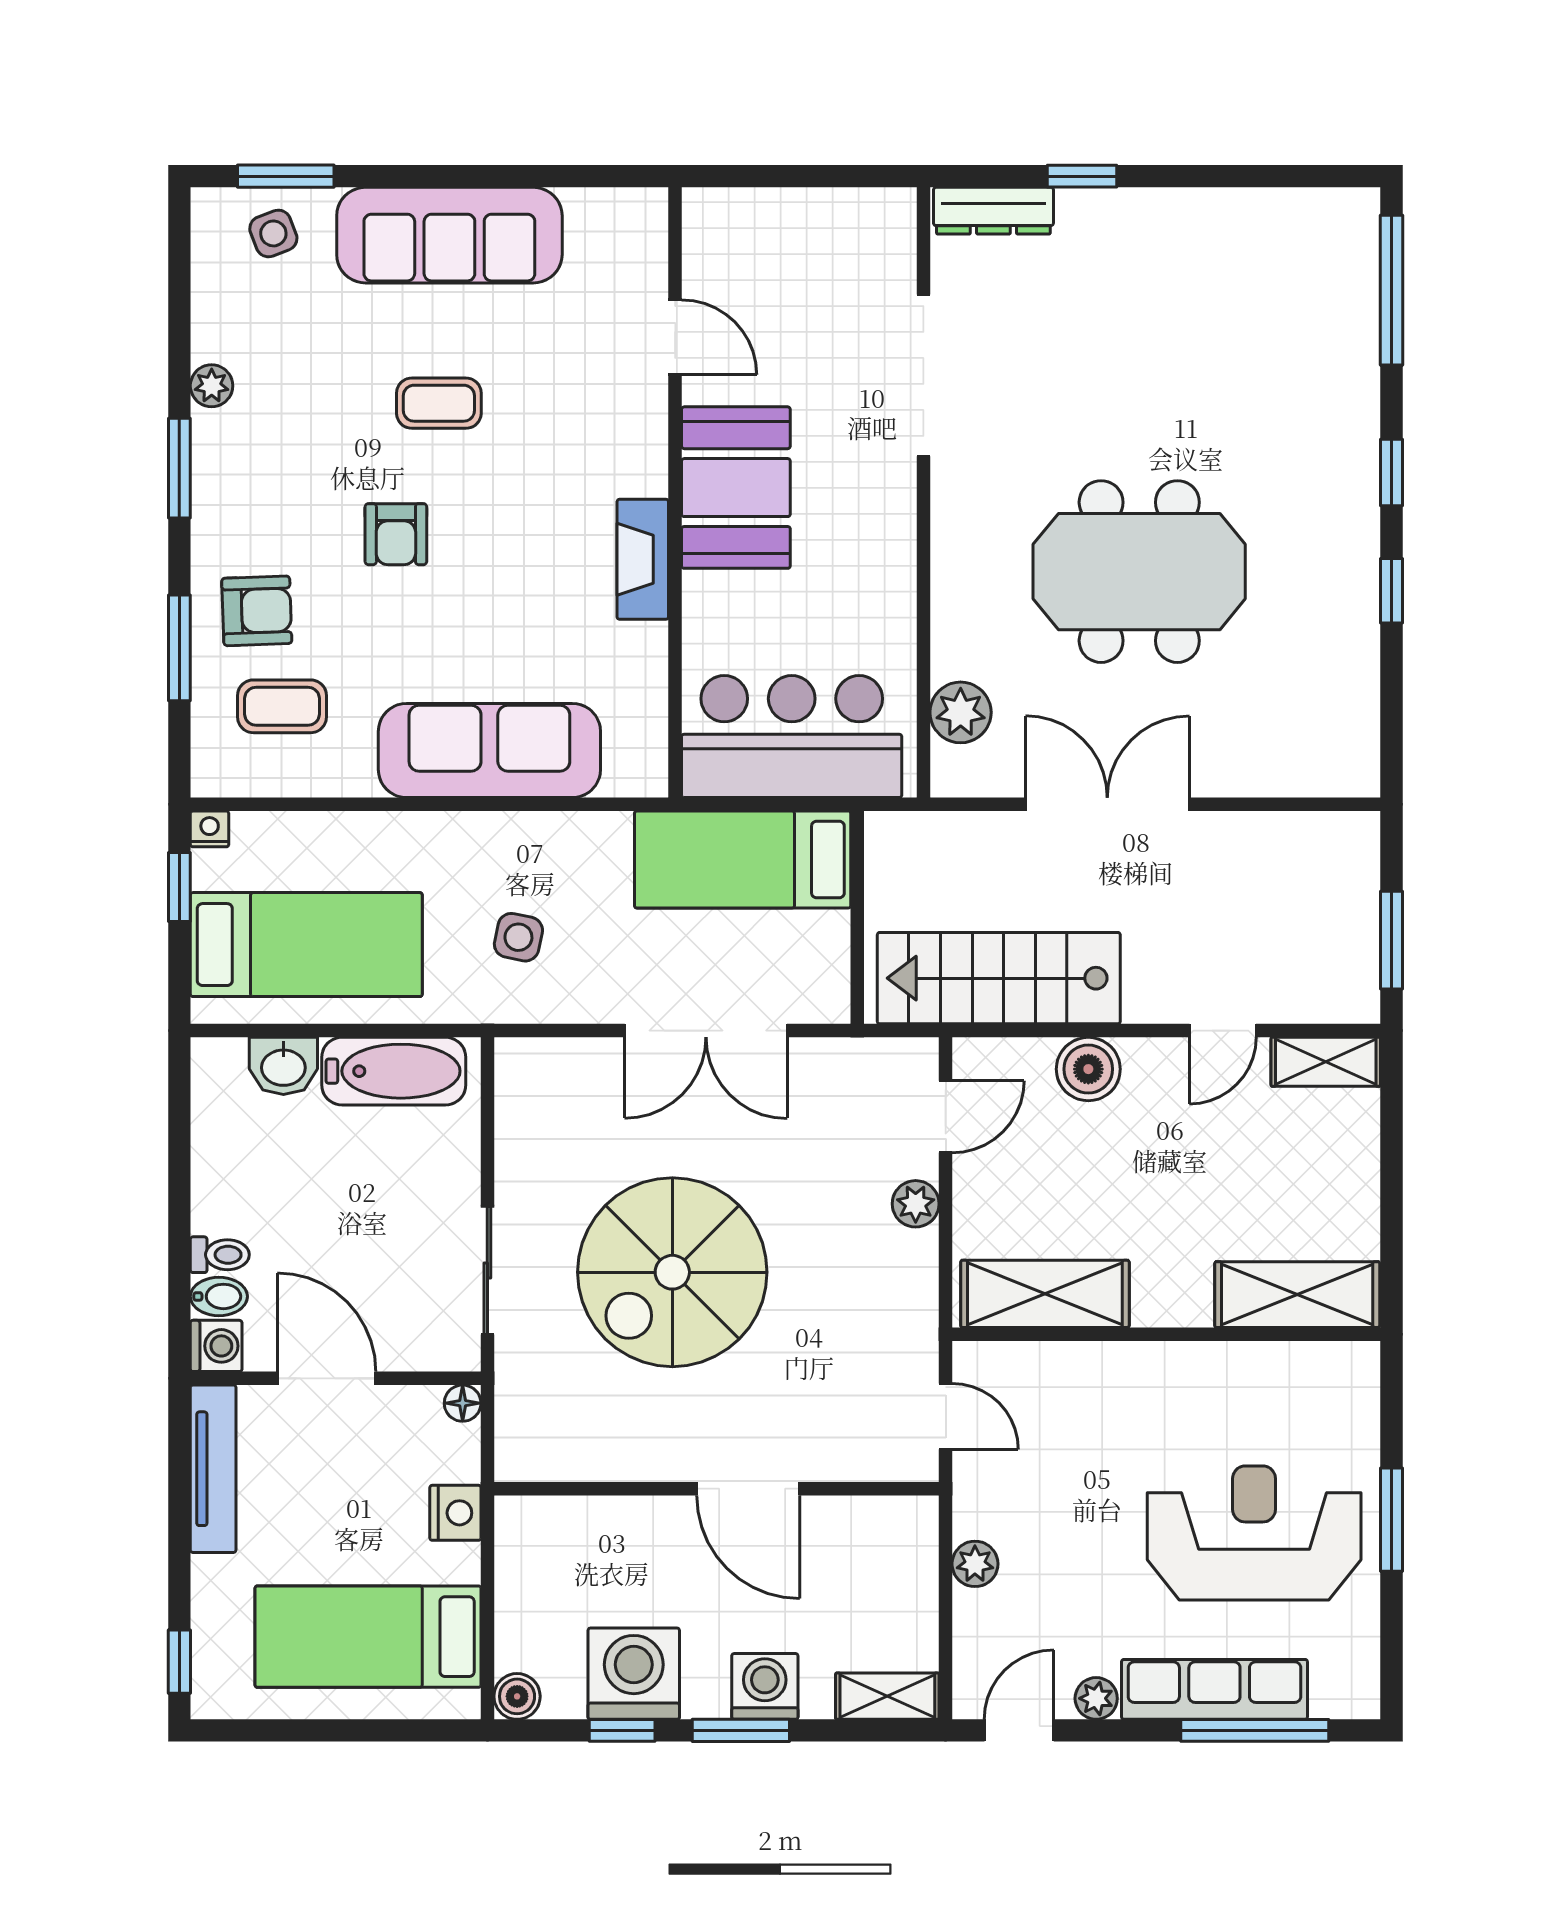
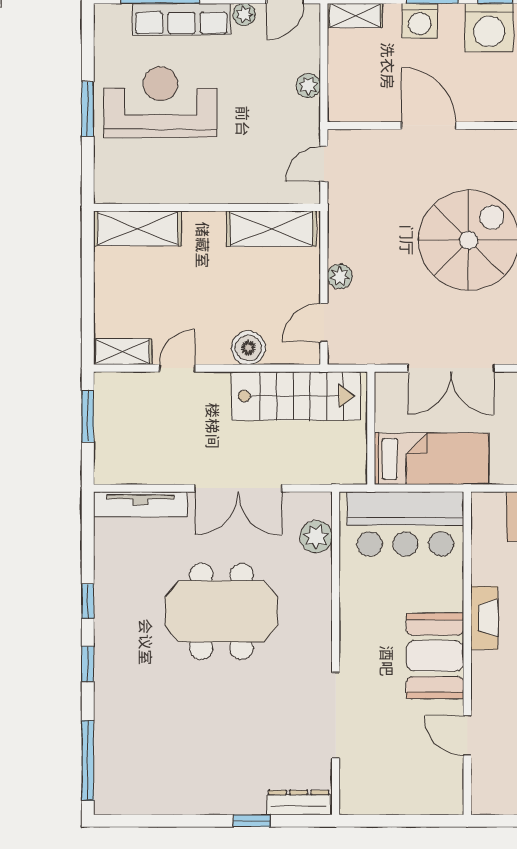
tv unit: (1292, 774) -> (140, 504), added
double door: (706, 1031) -> (451, 368), swing flipped
door: (946, 1416) -> (324, 164), hinge flipped
reception desk: (1254, 1533) -> (161, 102), turned 180

